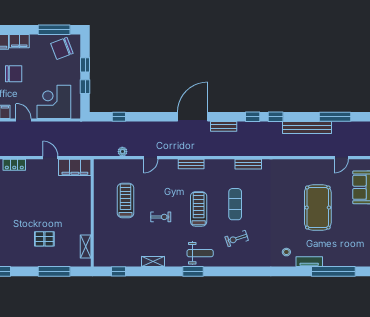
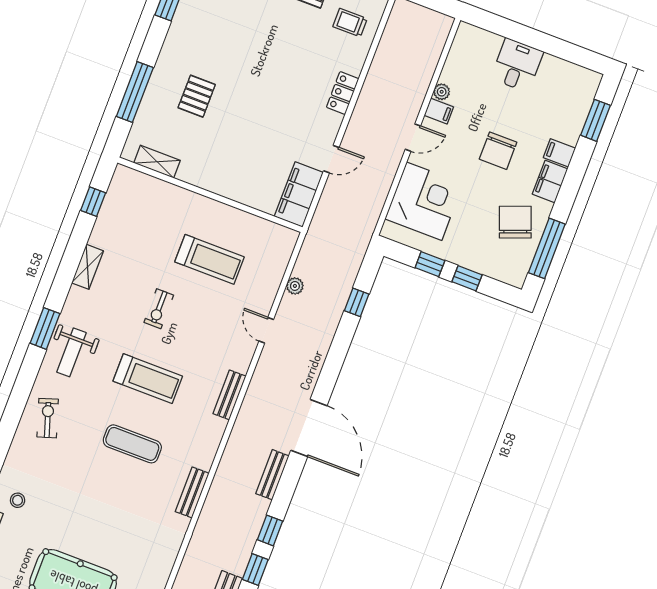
chair: (62, 48) -> (515, 222), moved
exercise bike: (237, 239) -> (48, 418), moved

